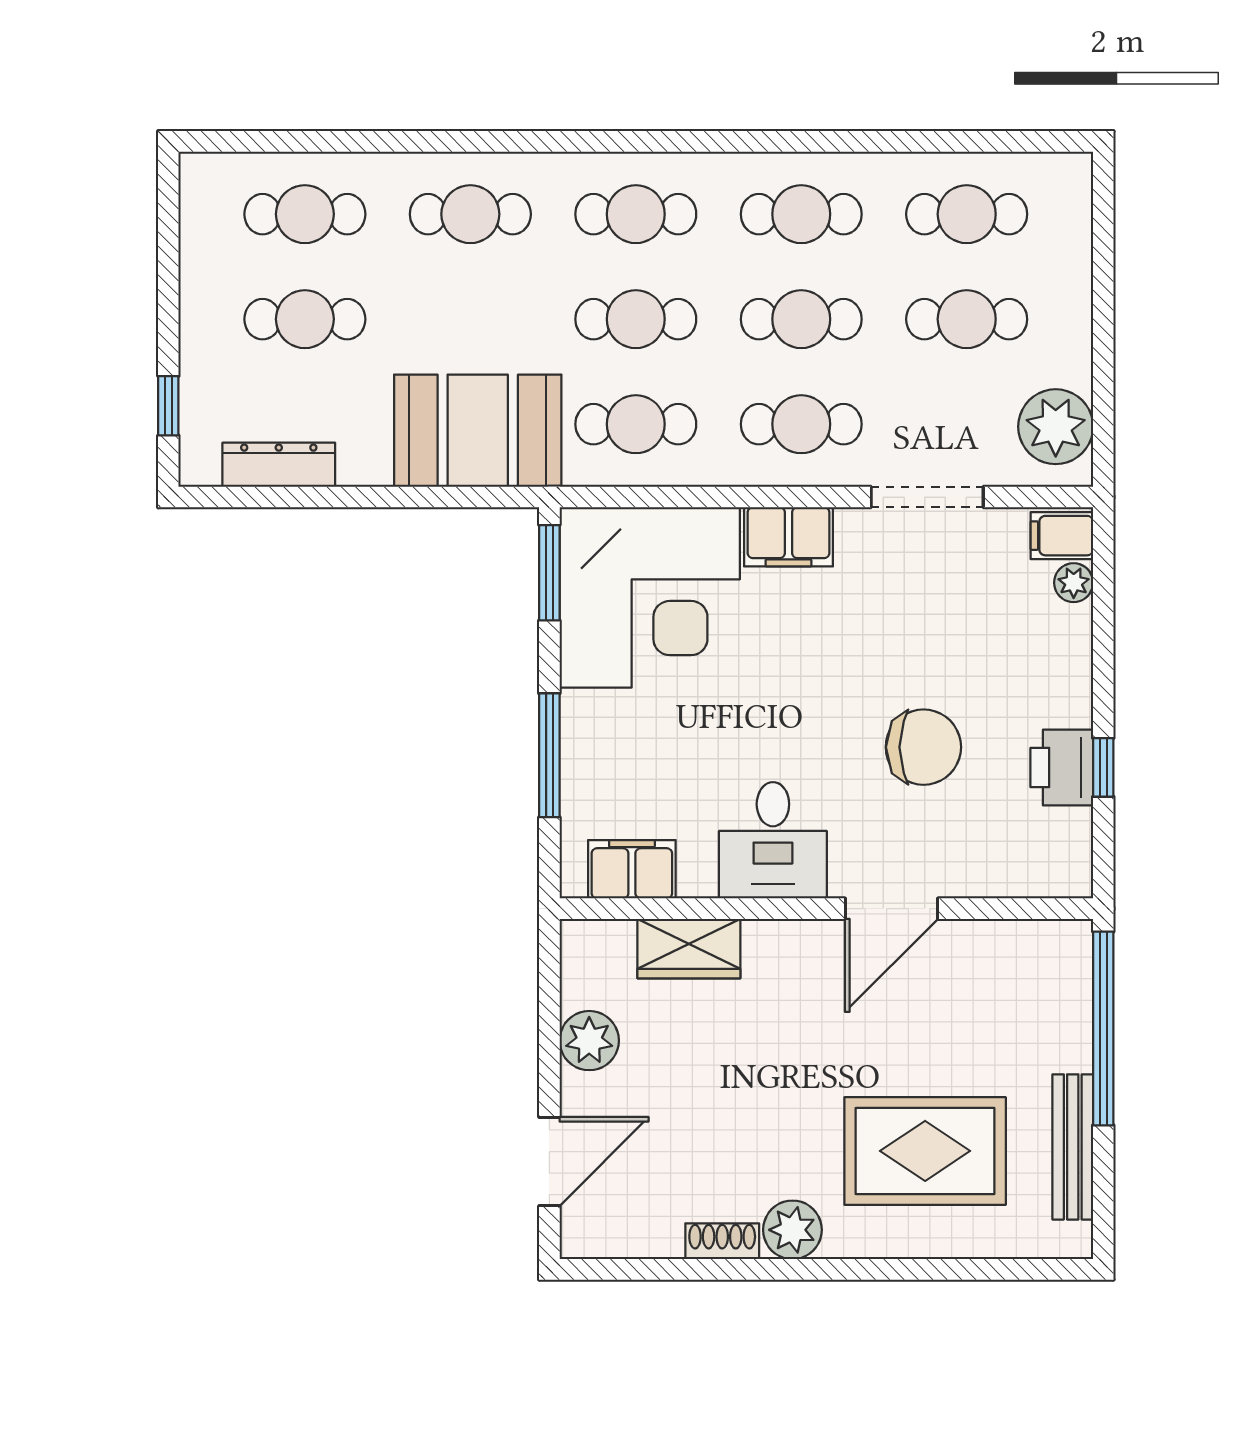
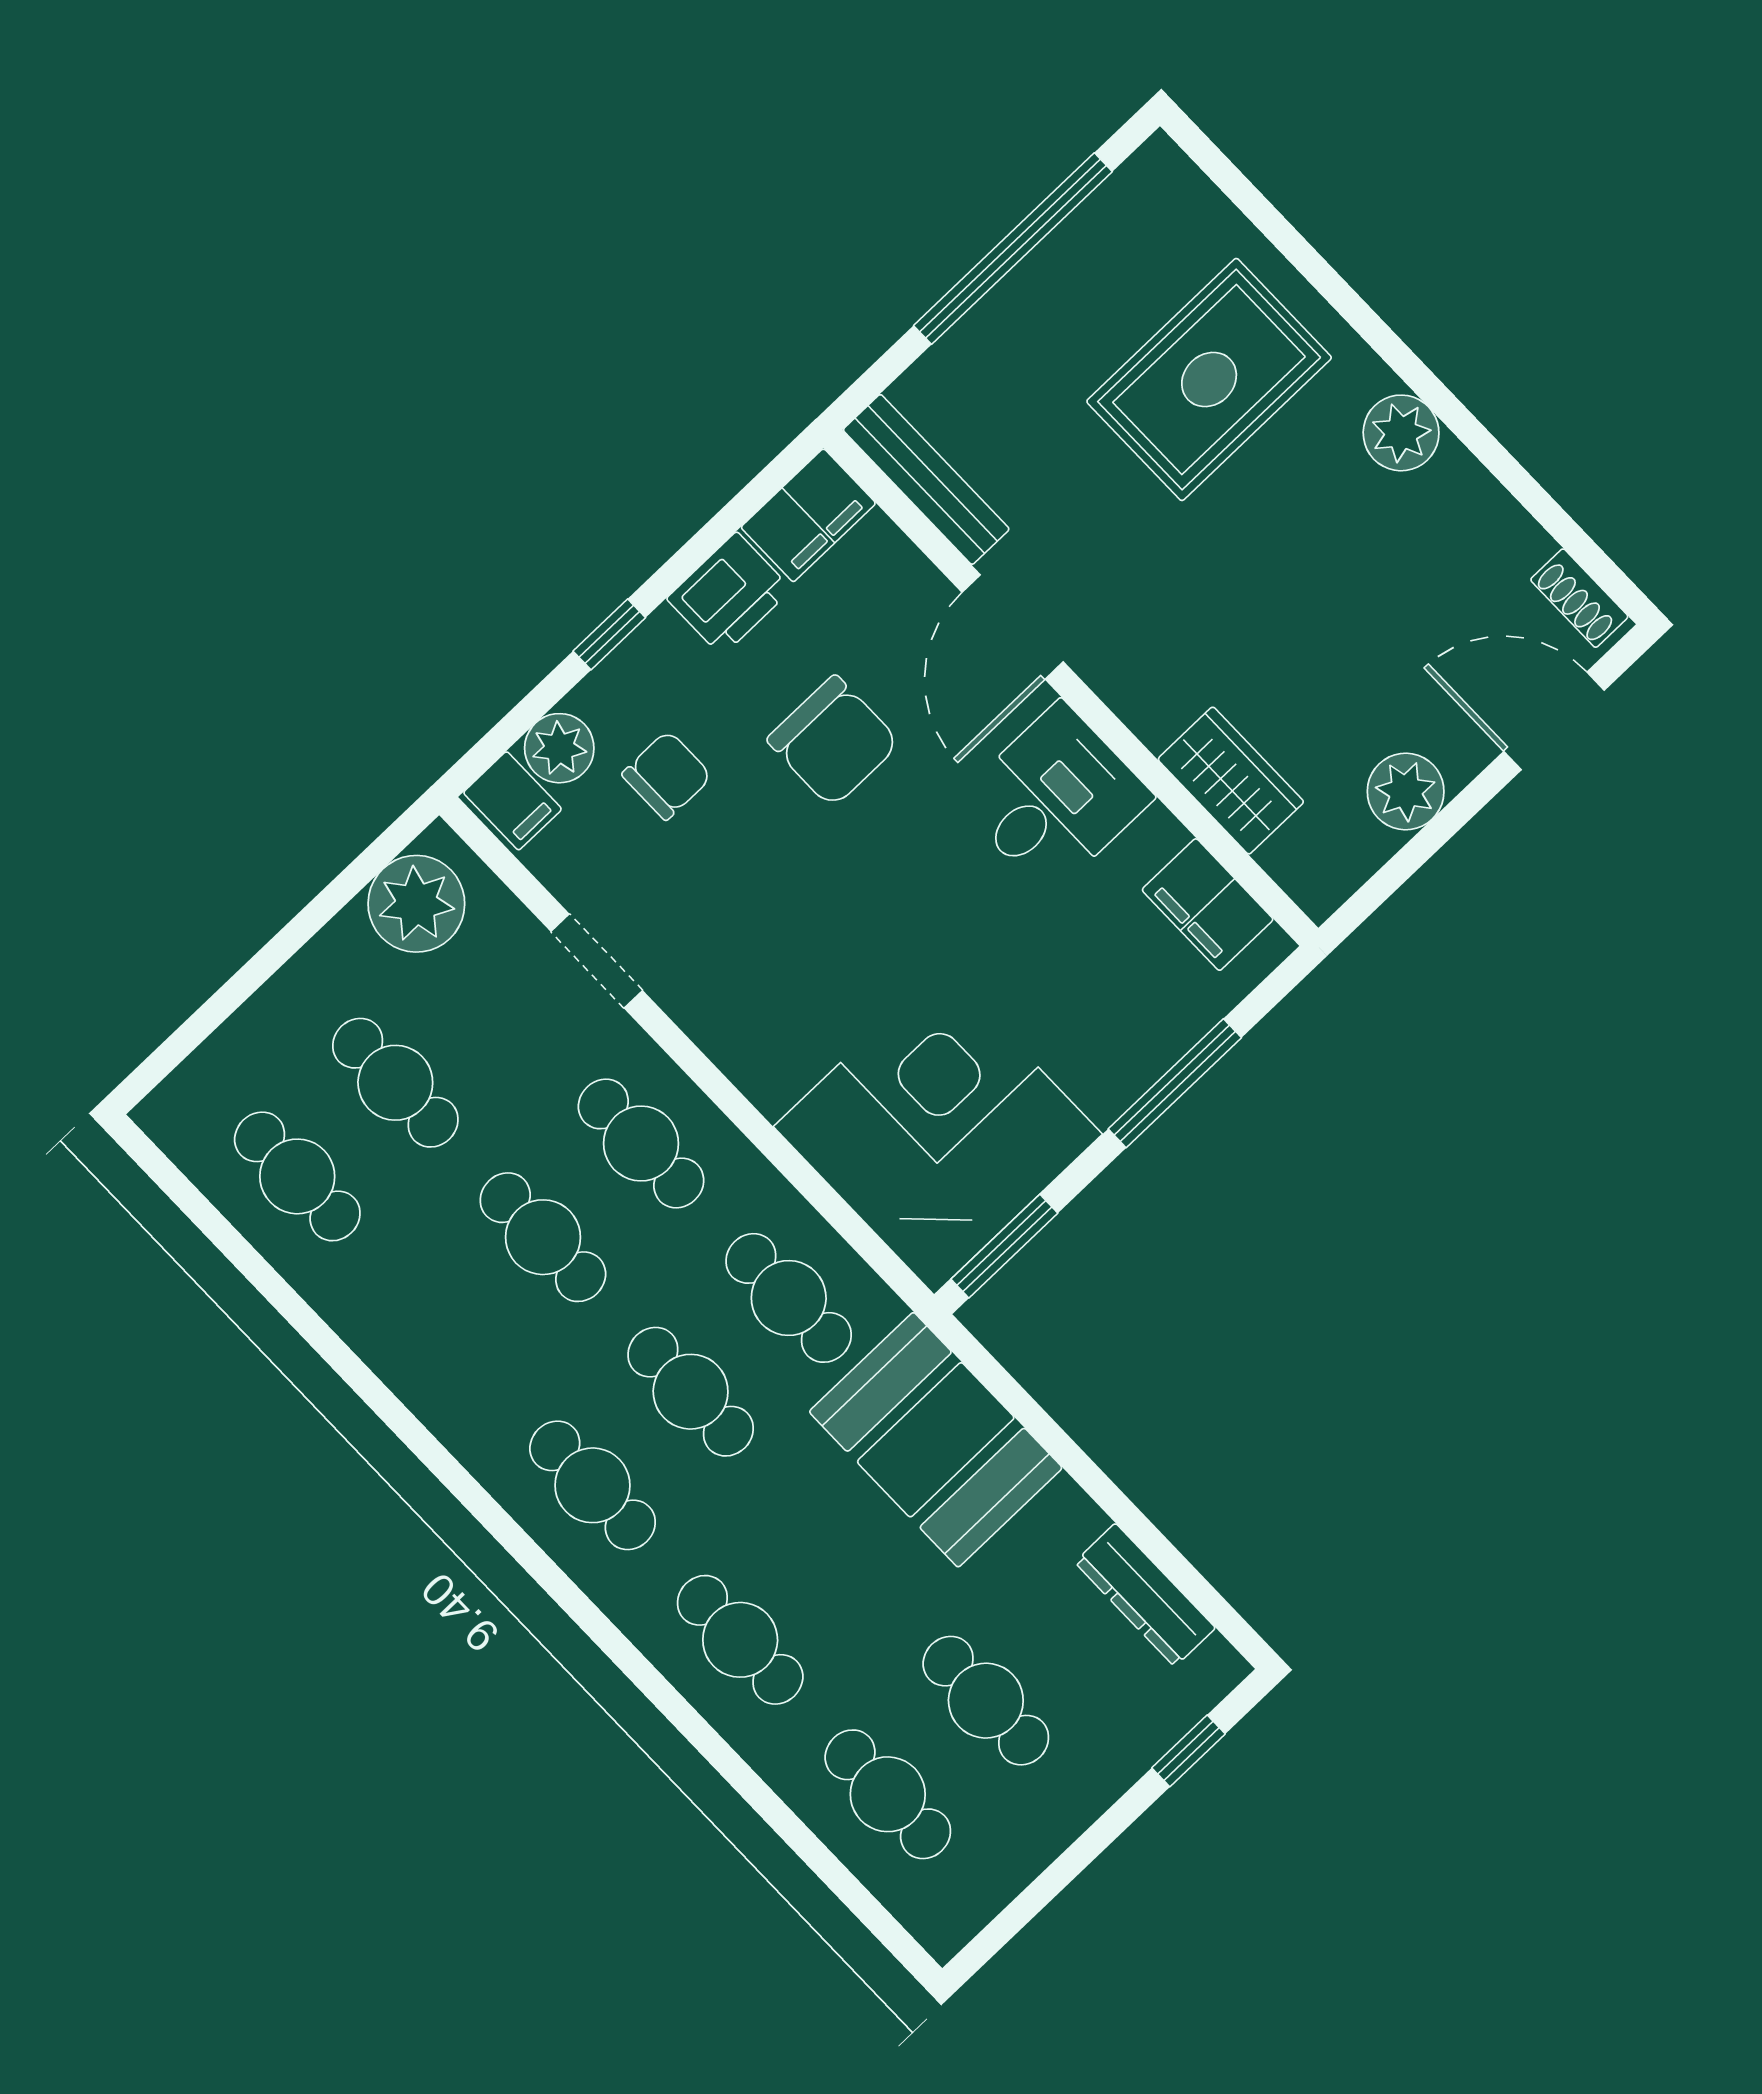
cafe table: (801, 214) -> (445, 1331), removed
doorway: (927, 497) -> (597, 961), width x0.73
filing cabinet: (788, 537) -> (808, 515), moved, turned 90
plant: (1074, 583) -> (559, 748), width x1.38, depth x1.38
chair: (994, 636) -> (667, 775), added
chair: (923, 747) -> (833, 741), turned 180
window: (1103, 767) -> (609, 634), moved
door: (892, 909) -> (1013, 627), swing flipped
window: (1103, 1028) -> (1013, 249), moved
bench: (1073, 1147) -> (926, 479), moved, turned 90
rug: (925, 1151) -> (1209, 379), turned 90
shoe rack: (722, 1241) -> (1579, 598), moved

